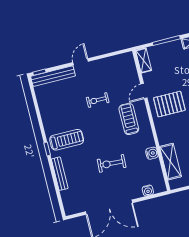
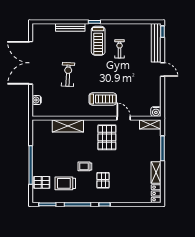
exercise bike: (98, 100) -> (120, 49), moved
water cooler: (152, 153) -> (156, 112), moved
shelving: (170, 162) -> (68, 126), moved

